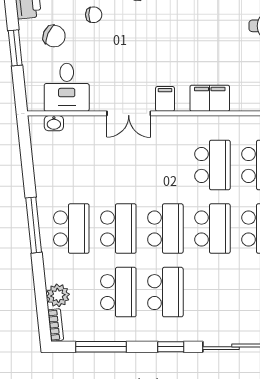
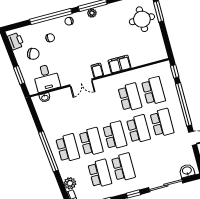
window: (15, 48) -> (19, 75), moved
window: (34, 225) -> (48, 151), width x1.46

